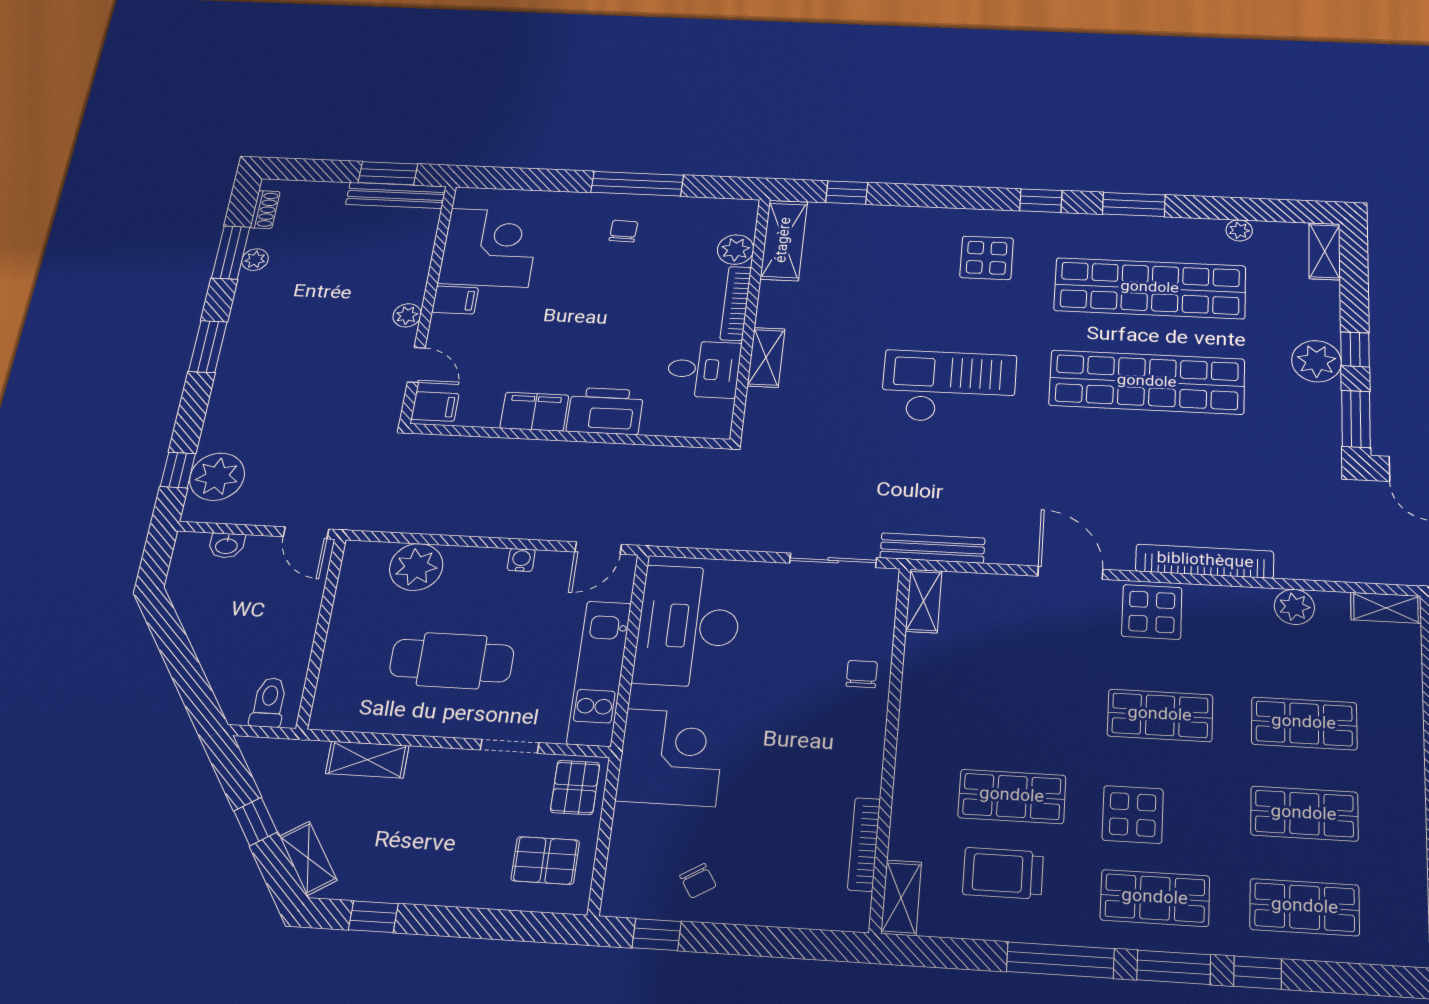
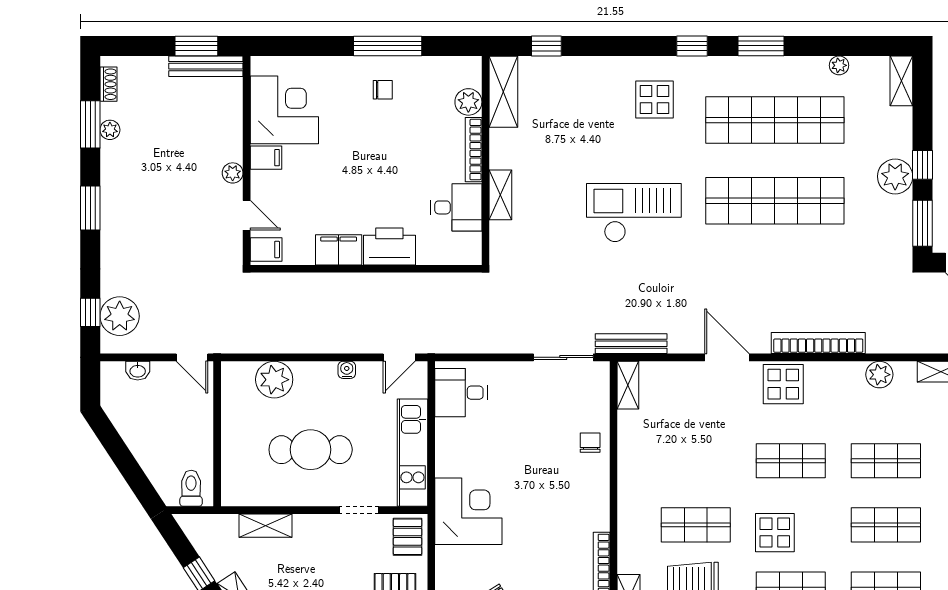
chair: (623, 231) -> (383, 90), turned 88
desk: (688, 626) -> (461, 393), width x0.53, depth x0.77

